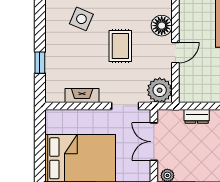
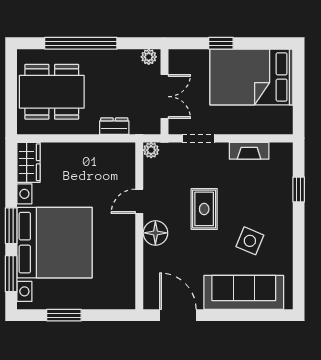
plant: (160, 90) -> (151, 150), width x0.53, depth x0.53

